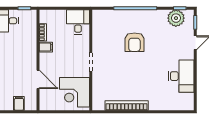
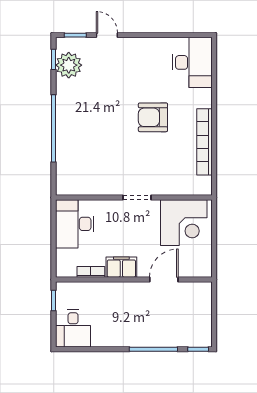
desk: (78, 22) -> (75, 224), width x1.37
armchair: (134, 42) -> (153, 117), moved, turned 180
filing cabinet: (46, 47) -> (121, 267), width x2.00
desk: (181, 76) -> (192, 62), moved, turned 90
filing cabinet: (19, 103) -> (201, 309), removed

